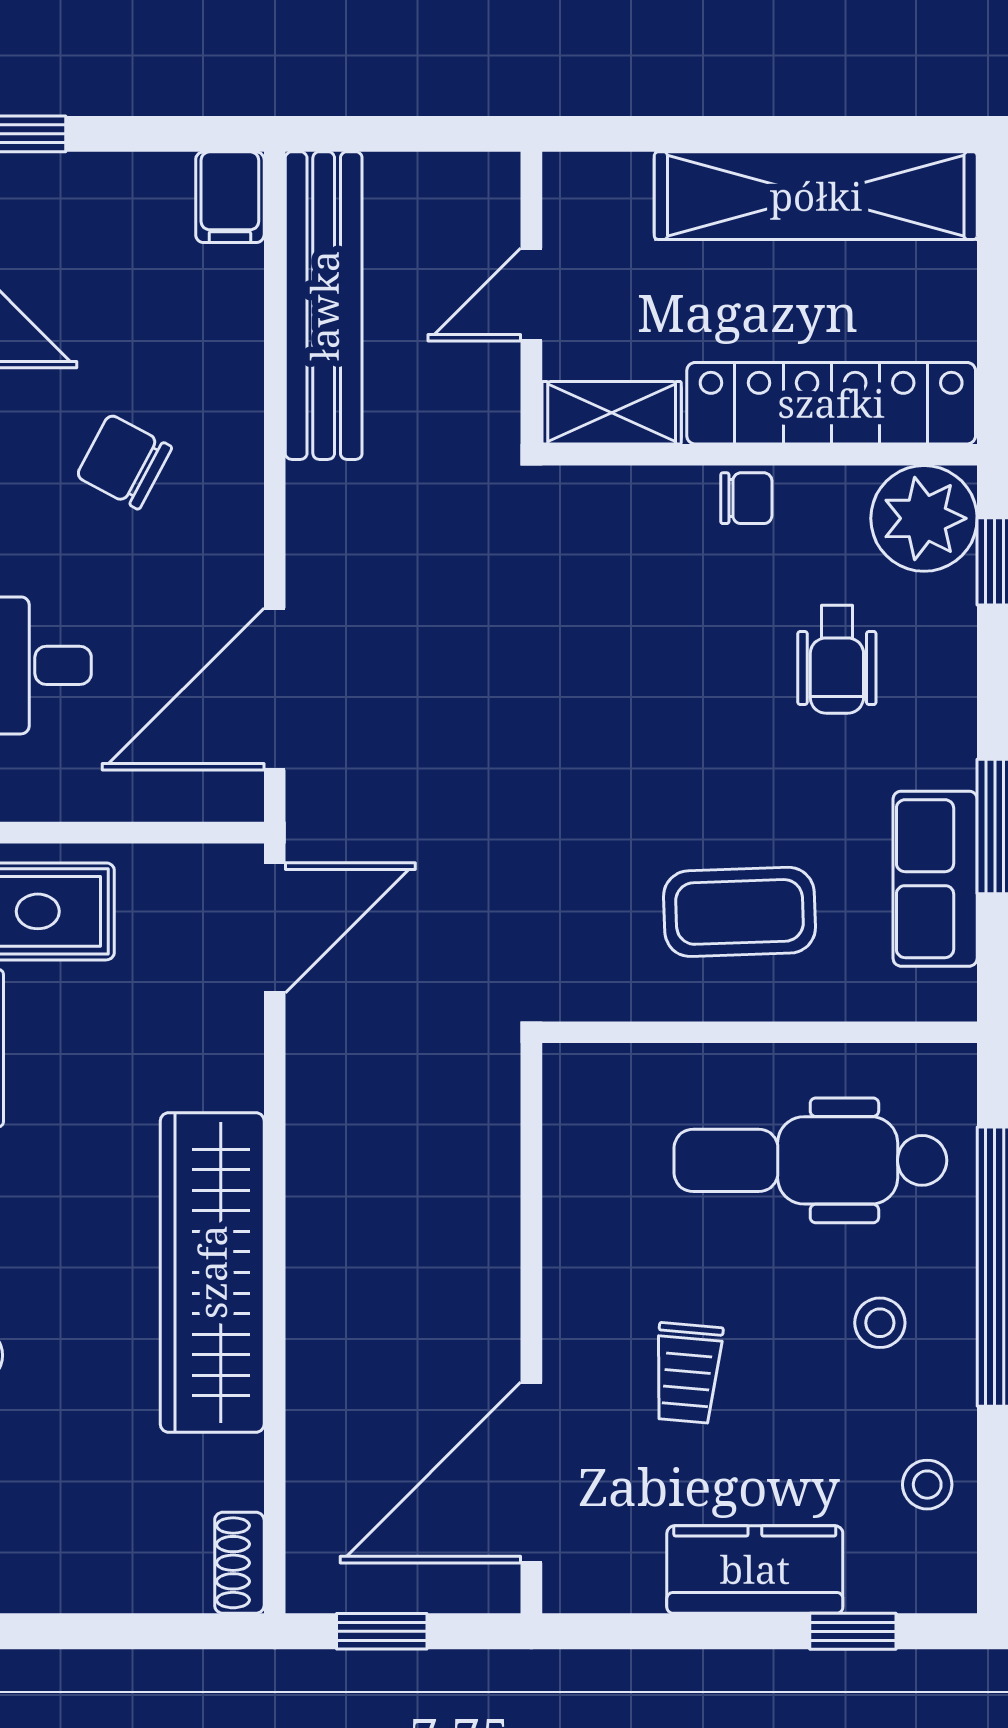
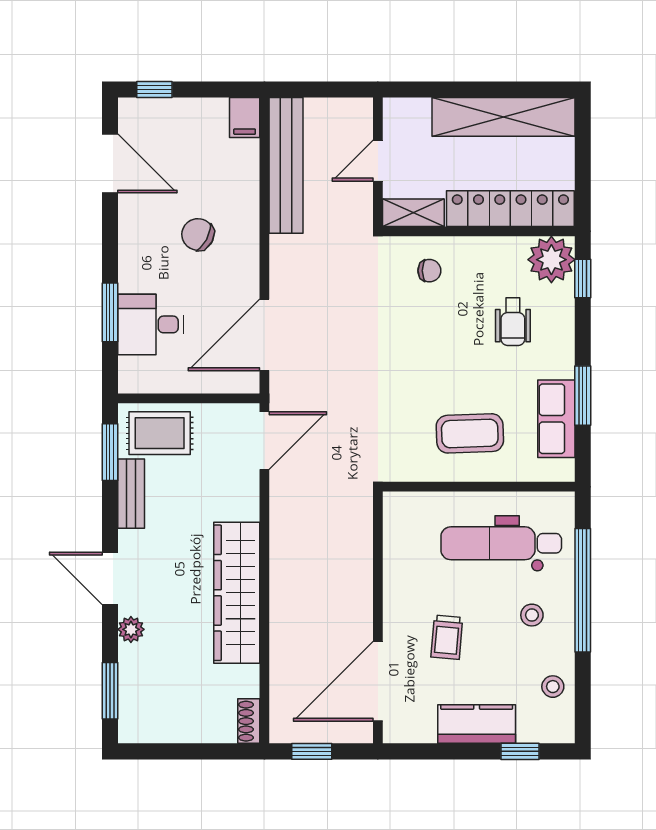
chair: (746, 498) -> (429, 271), moved

